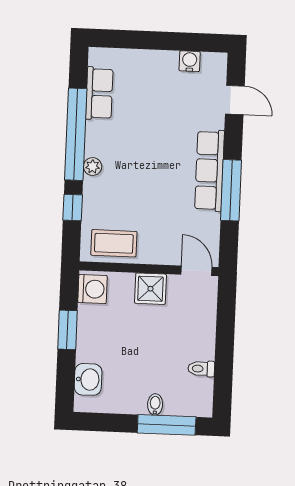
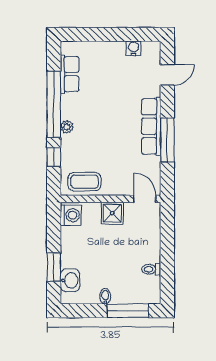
door: (235, 100) -> (167, 75), hinge flipped
window: (68, 330) -> (54, 267), moved
bidet: (155, 404) -> (105, 296), moved

